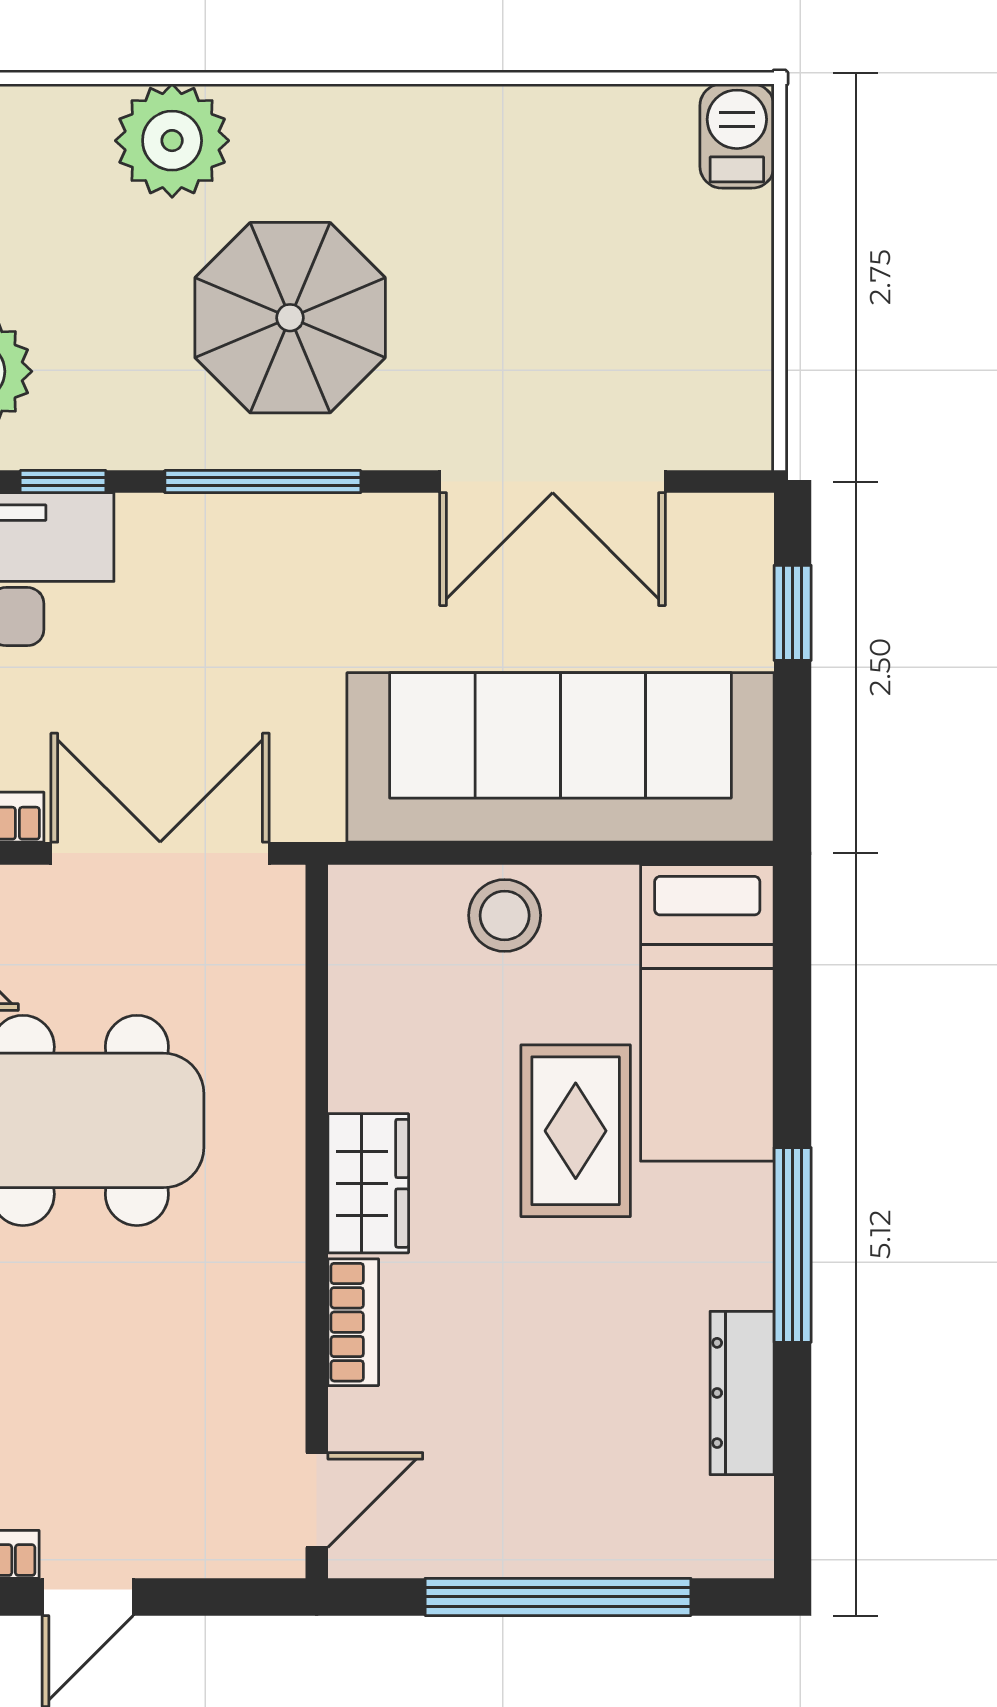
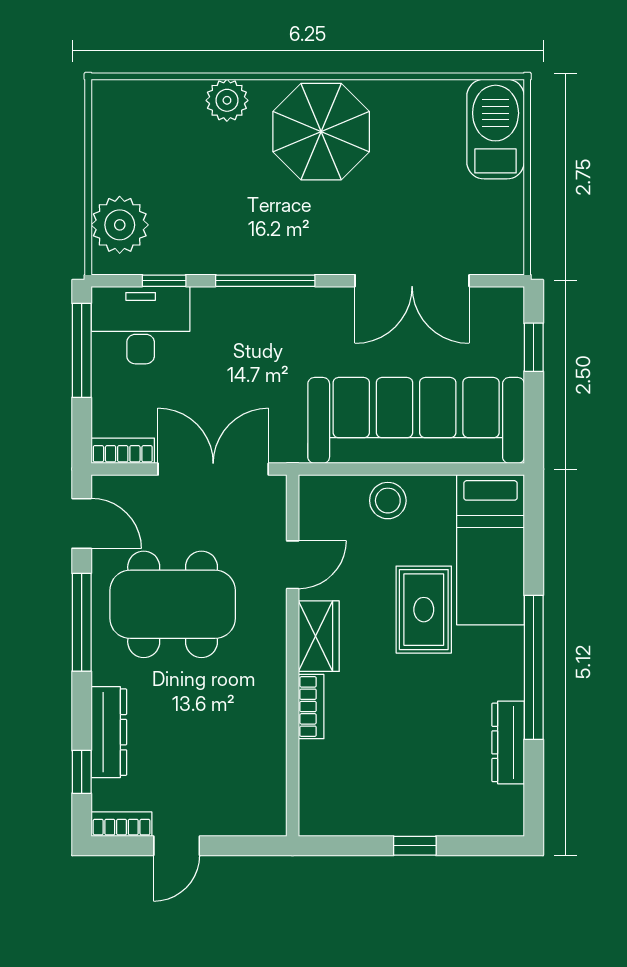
barbecue: (737, 136) -> (496, 129), width x1.88, depth x1.53
plant: (172, 141) -> (227, 100), width x0.73, depth x0.73
parasol: (290, 318) -> (321, 132), moved
window: (793, 1245) -> (534, 667), width x1.46
door: (317, 1500) -> (293, 565), moved
window: (558, 1597) -> (415, 846), width x0.32

